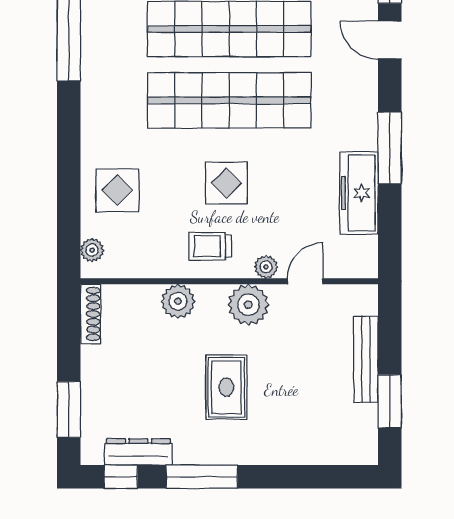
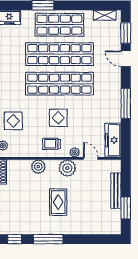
freezer: (359, 193) -> (113, 140), moved
door: (305, 281) -> (91, 158), hinge flipped
dresser: (138, 452) -> (22, 229), removed

